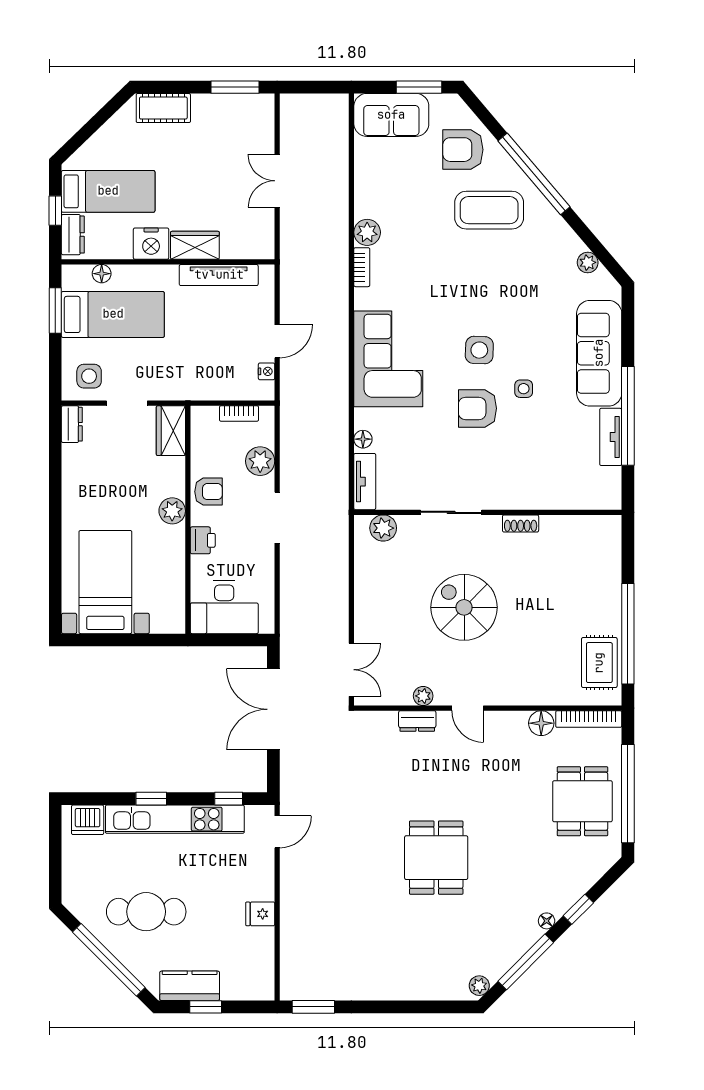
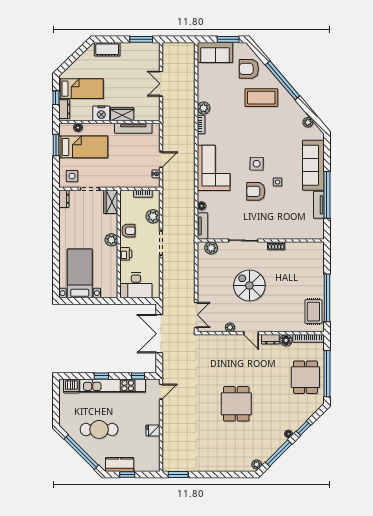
dresser: (417, 721) -> (270, 339), moved

